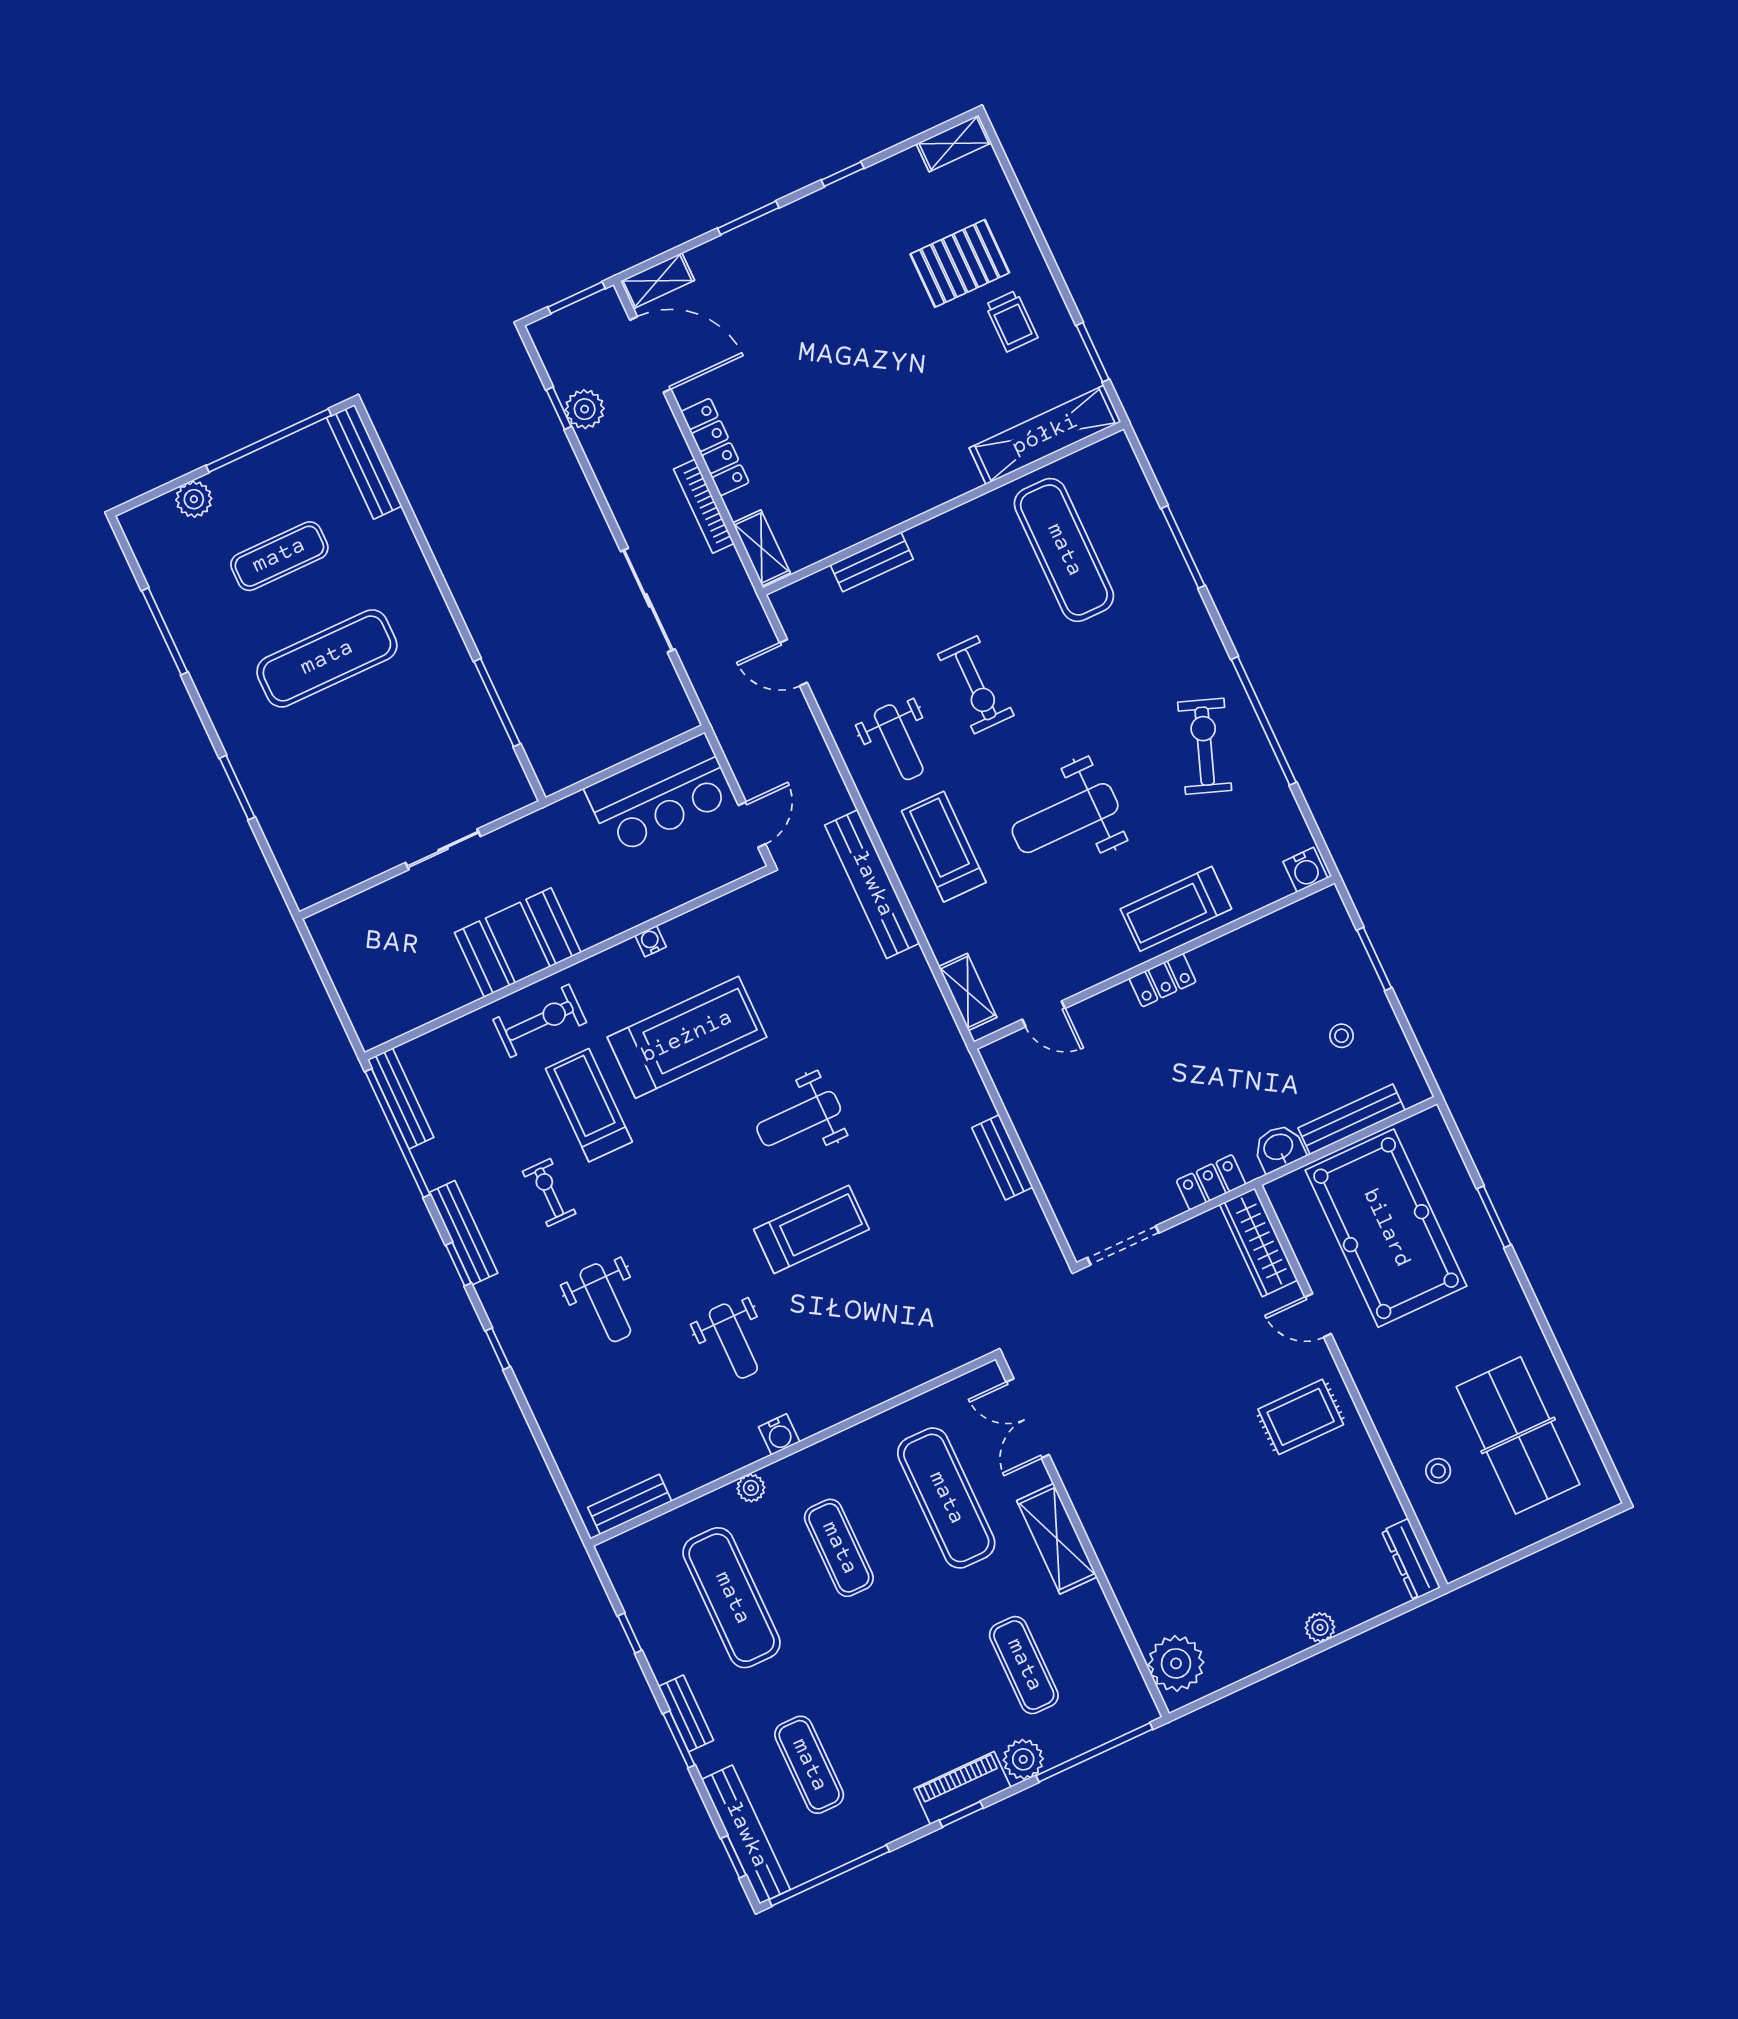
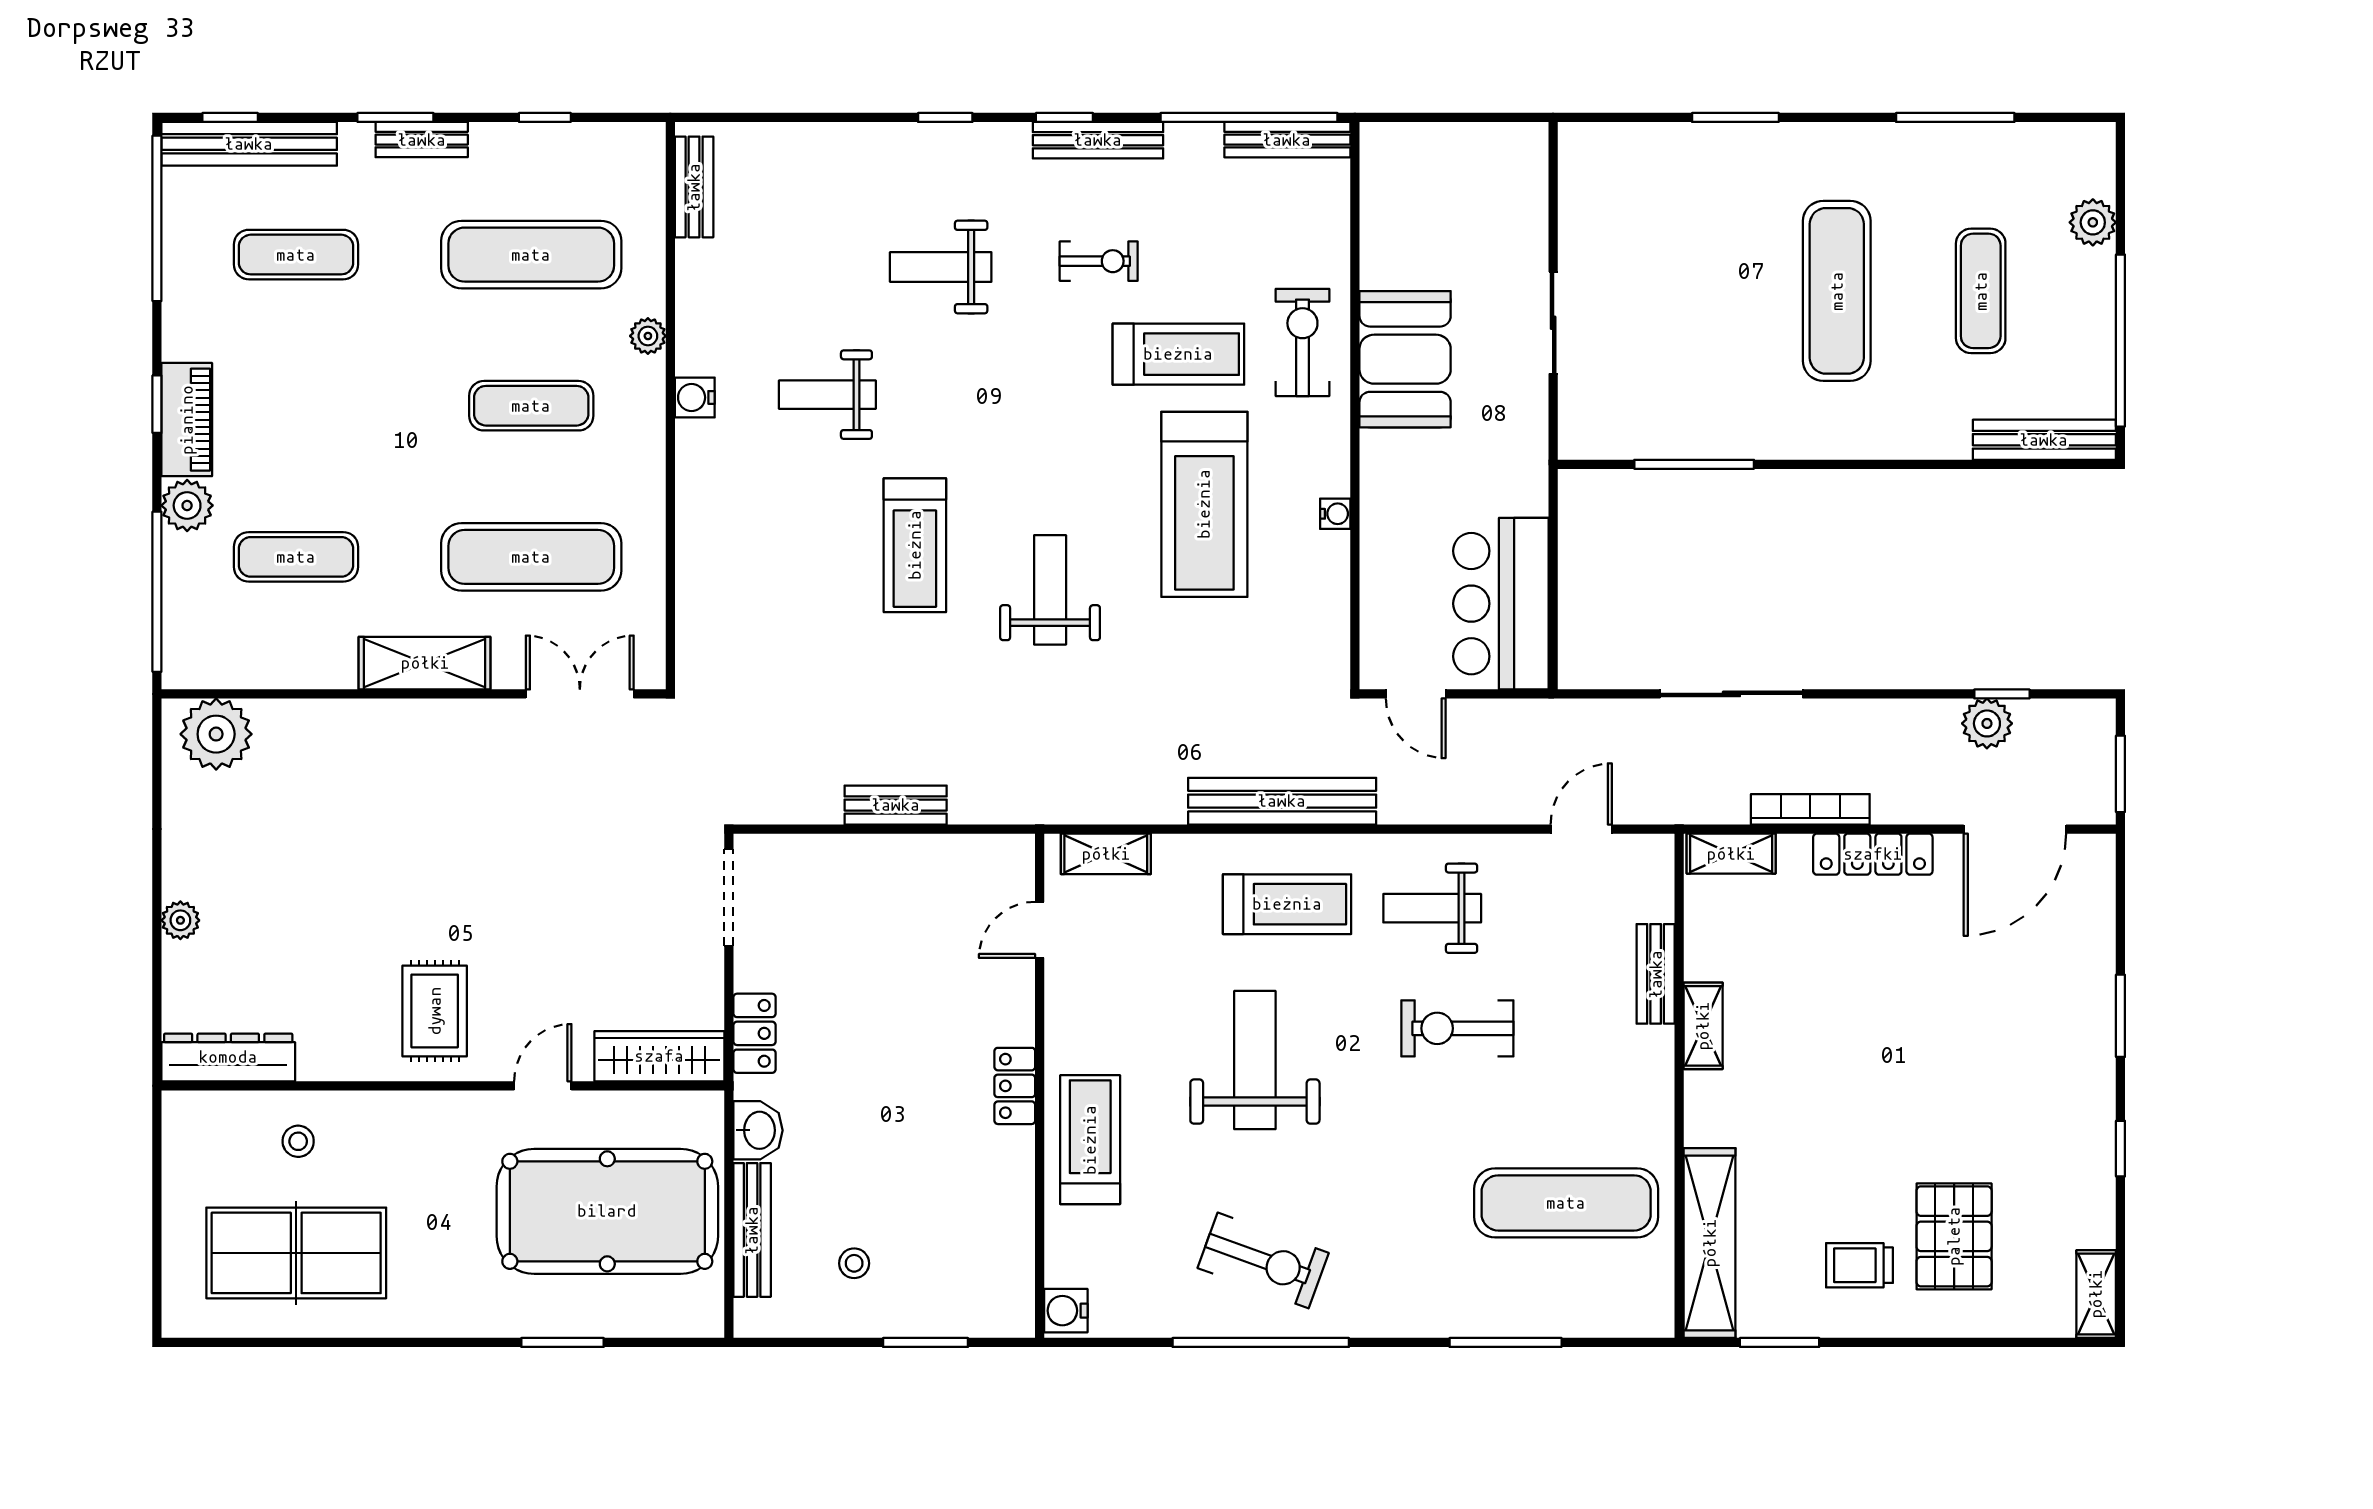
shelving: (657, 281) -> (1703, 1026), moved
exercise bike: (540, 1021) -> (1302, 342), turned 180
dresser: (1411, 1559) -> (228, 1057), width x1.37, depth x1.24

